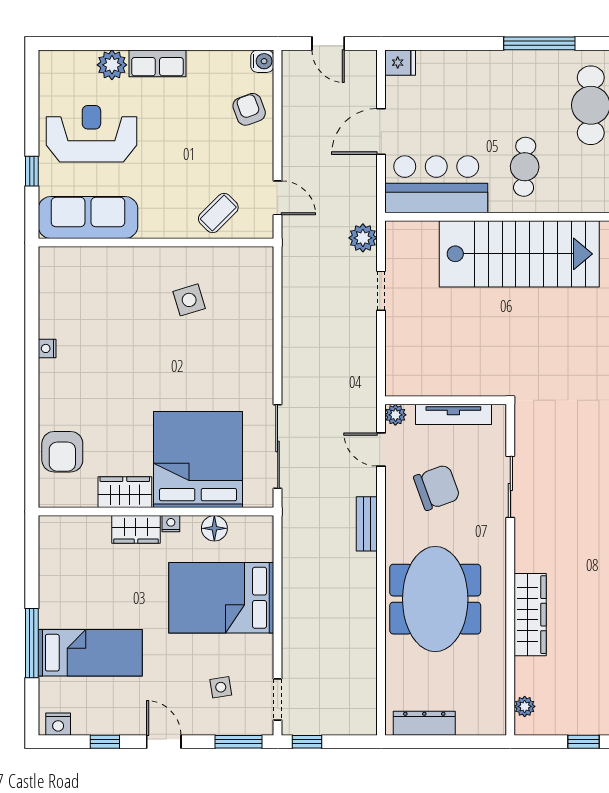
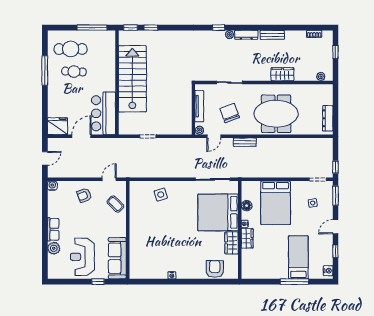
fridge: (400, 63) -> (58, 126), width x1.88, depth x1.34
armchair: (249, 109) -> (84, 195), moved
door: (381, 131) -> (81, 136), swing flipped
cafe table: (525, 167) -> (74, 72), moved
plant: (363, 238) -> (126, 144), removed
side table: (189, 300) -> (161, 195), moved
armchair: (62, 452) -> (215, 269), turned -90
wardrobe: (530, 615) -> (283, 74), width x0.67

